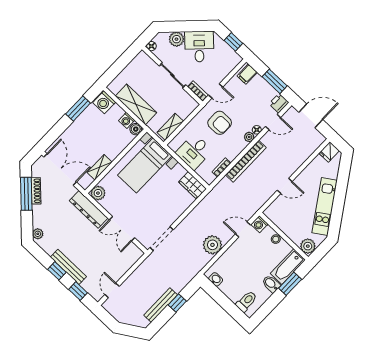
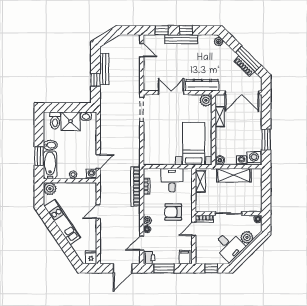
washing machine: (127, 120) -> (242, 160), moved
bookcase: (246, 161) -> (136, 186), moved
wardrobe: (192, 185) -> (154, 159), removed
plant: (212, 245) -> (108, 135), removed
shower: (233, 288) -> (71, 121), added

